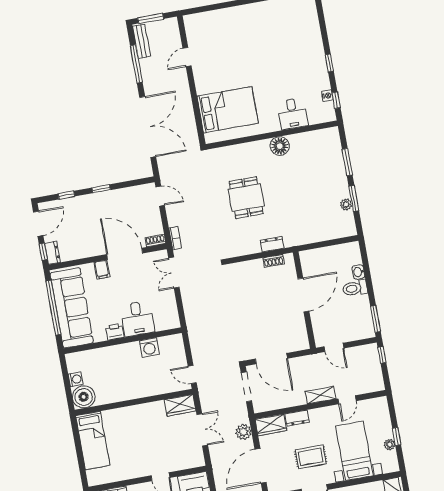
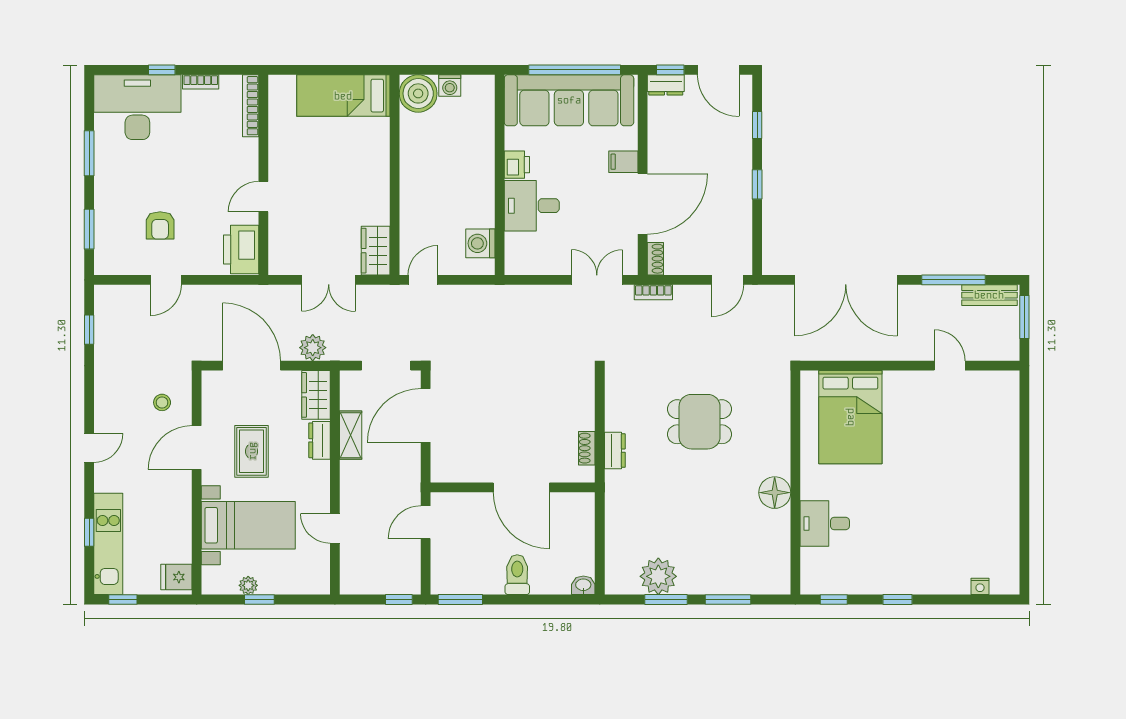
nightstand: (327, 96) -> (980, 586), moved
plant: (346, 205) -> (658, 576), width x1.87, depth x1.87
washbasin: (358, 272) -> (583, 585), moved
washing machine: (149, 348) -> (480, 243), moved
shelving: (320, 395) -> (351, 435), moved

